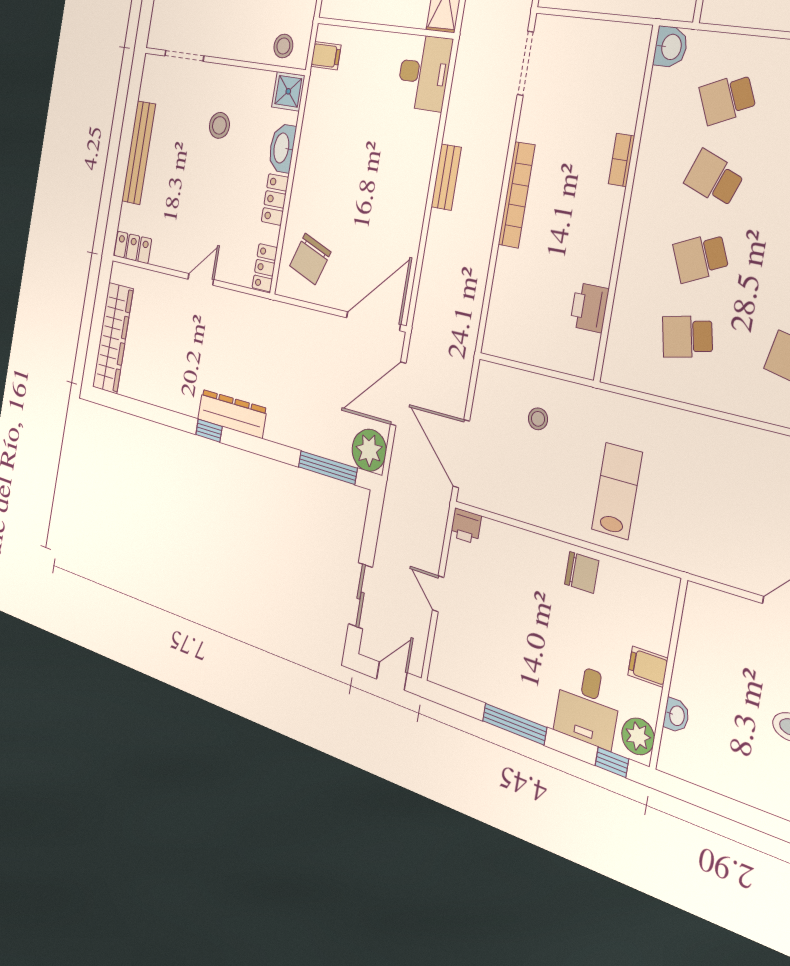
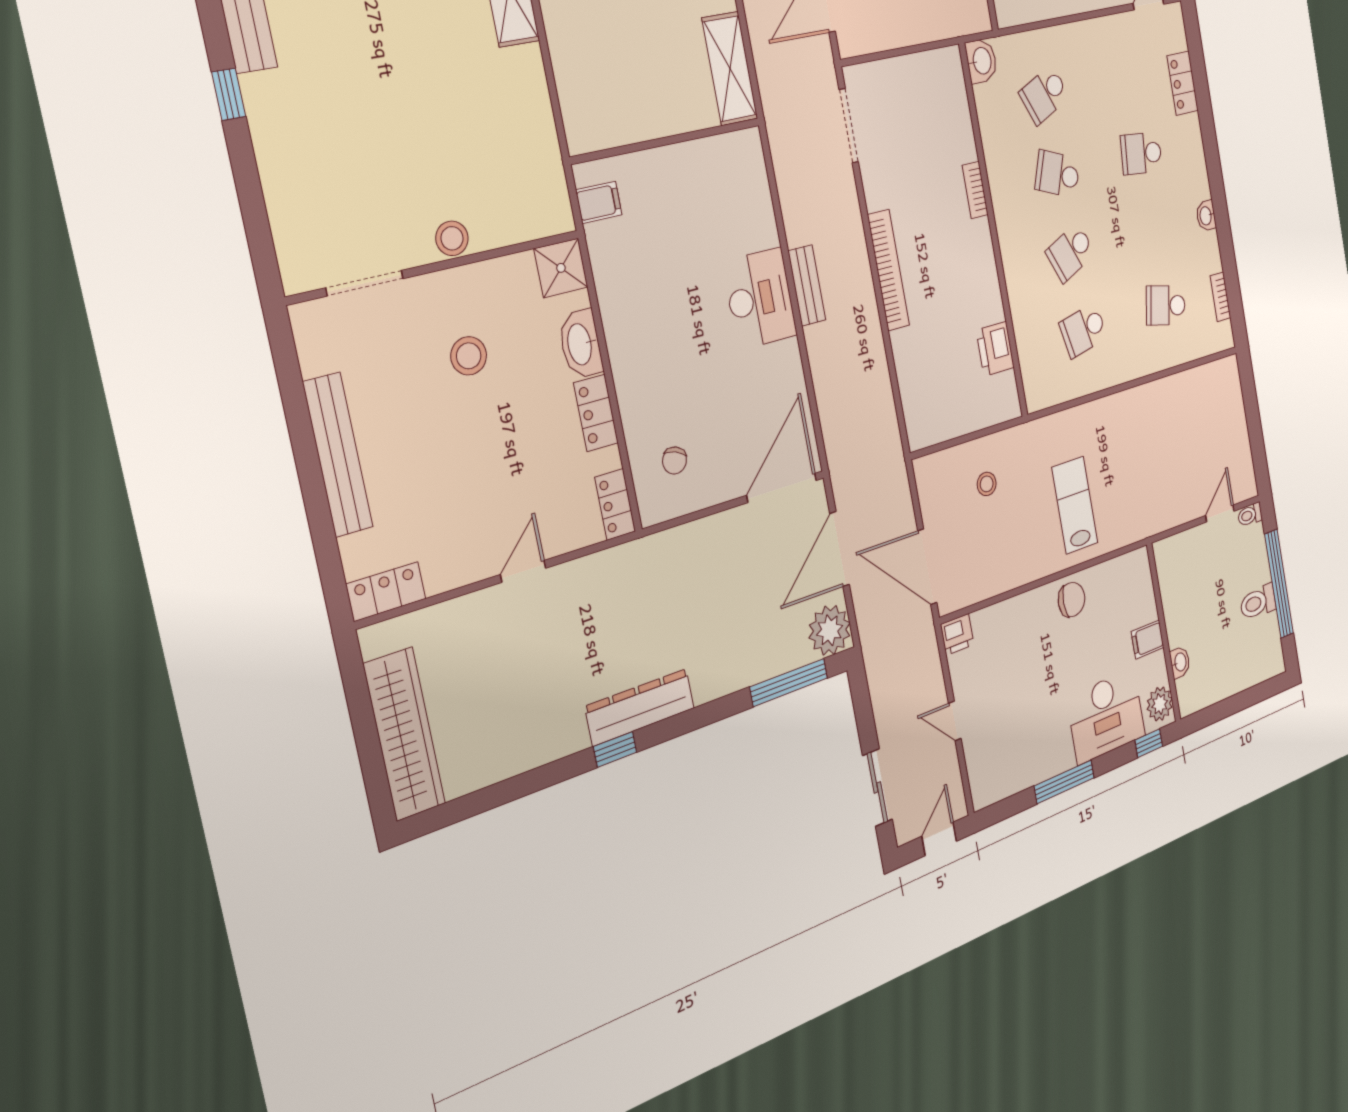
stool: (283, 46) -> (452, 238), moved
desk: (424, 73) -> (760, 299), moved
chair: (310, 259) -> (675, 460), width x0.54, depth x0.54
desk: (588, 706) -> (1106, 716), width x1.37

